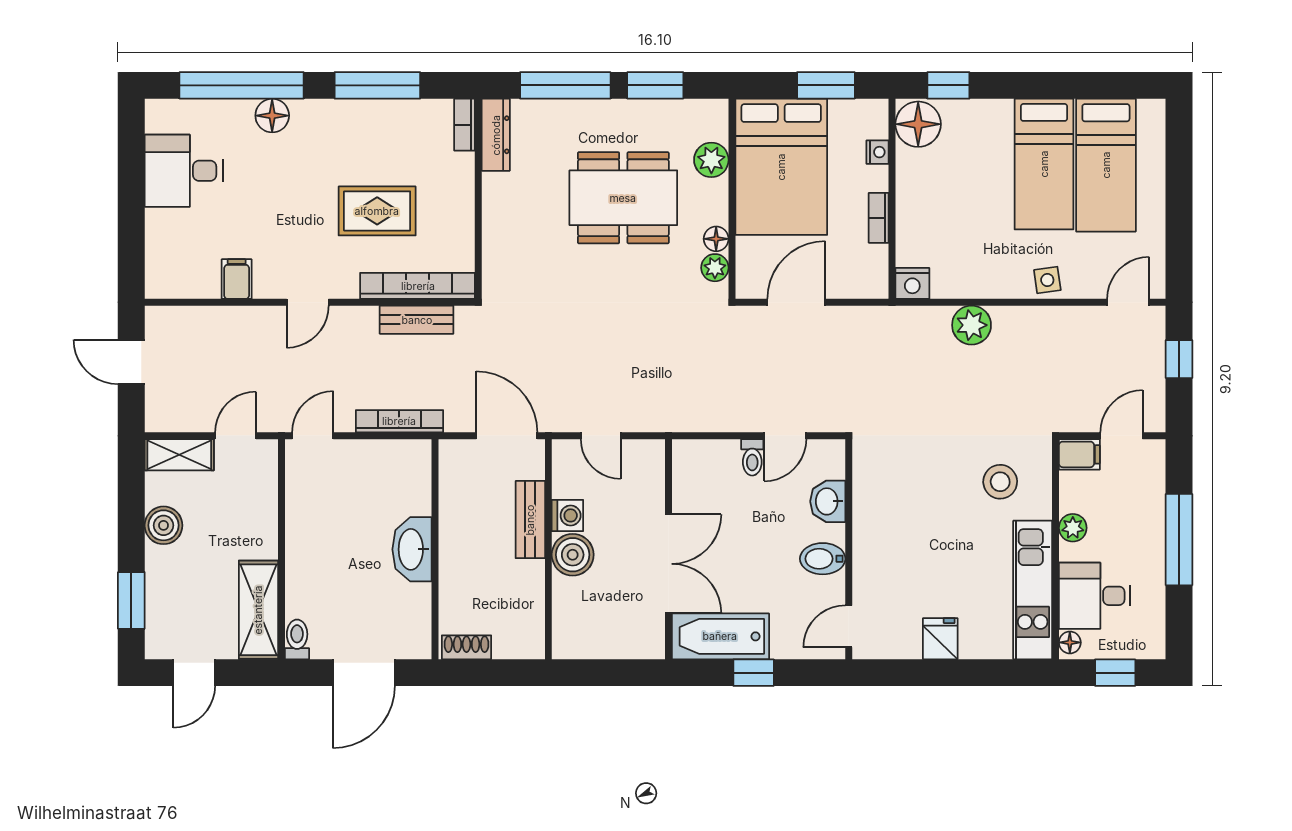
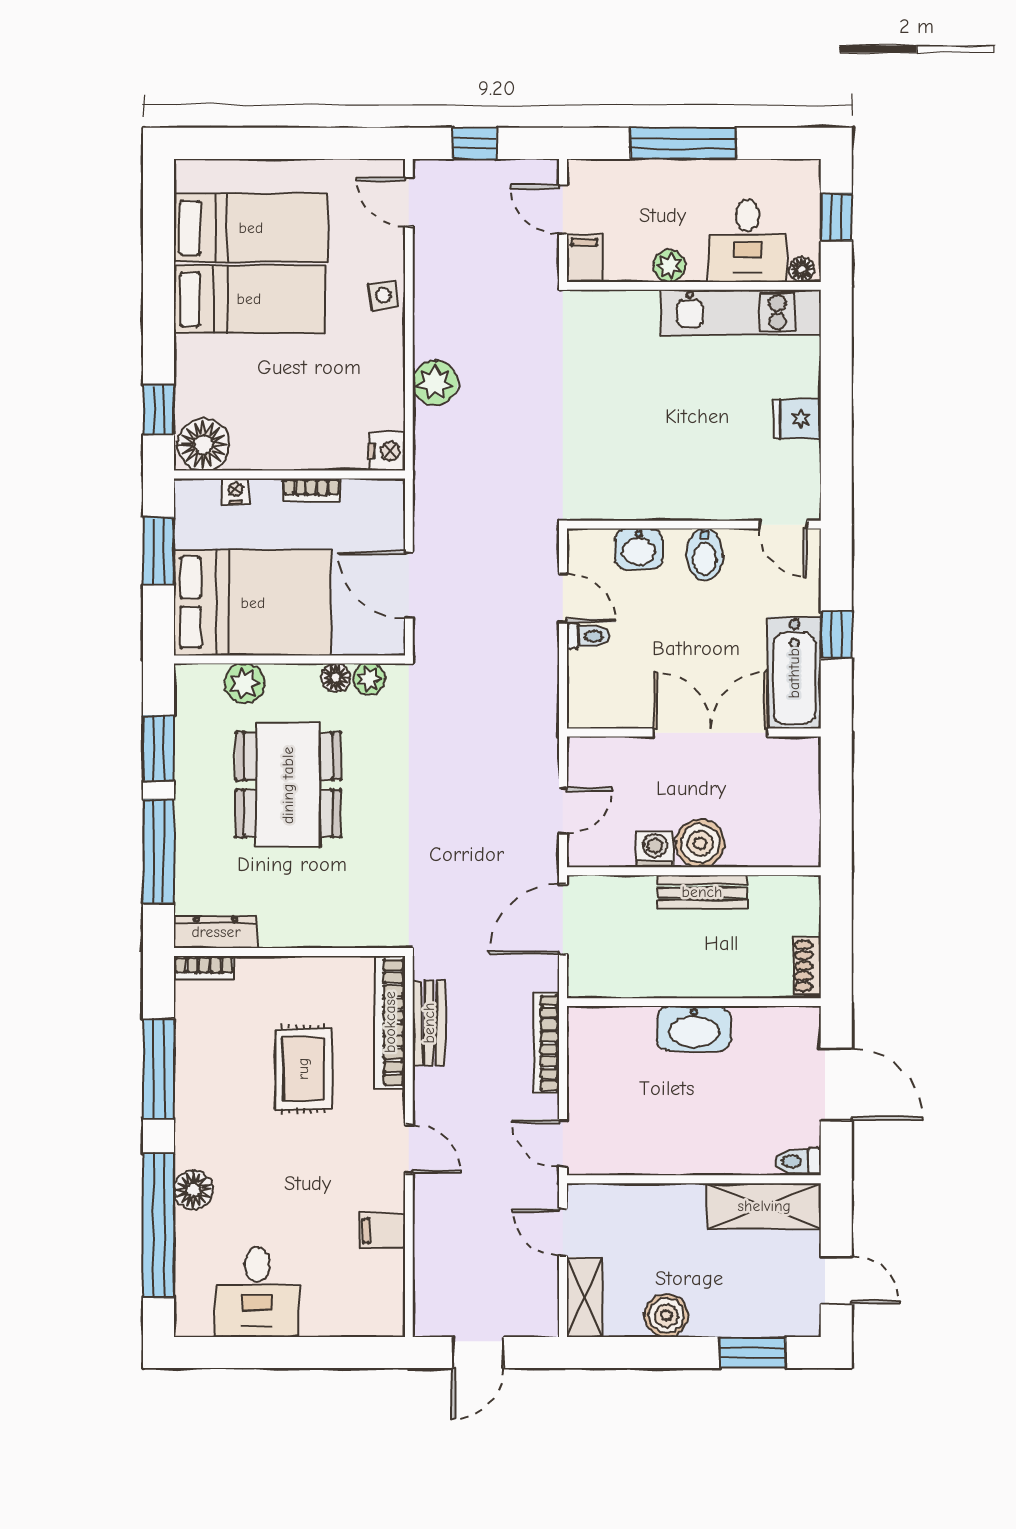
stool: (1000, 482) -> (616, 350), removed
bench: (530, 520) -> (702, 892), moved

